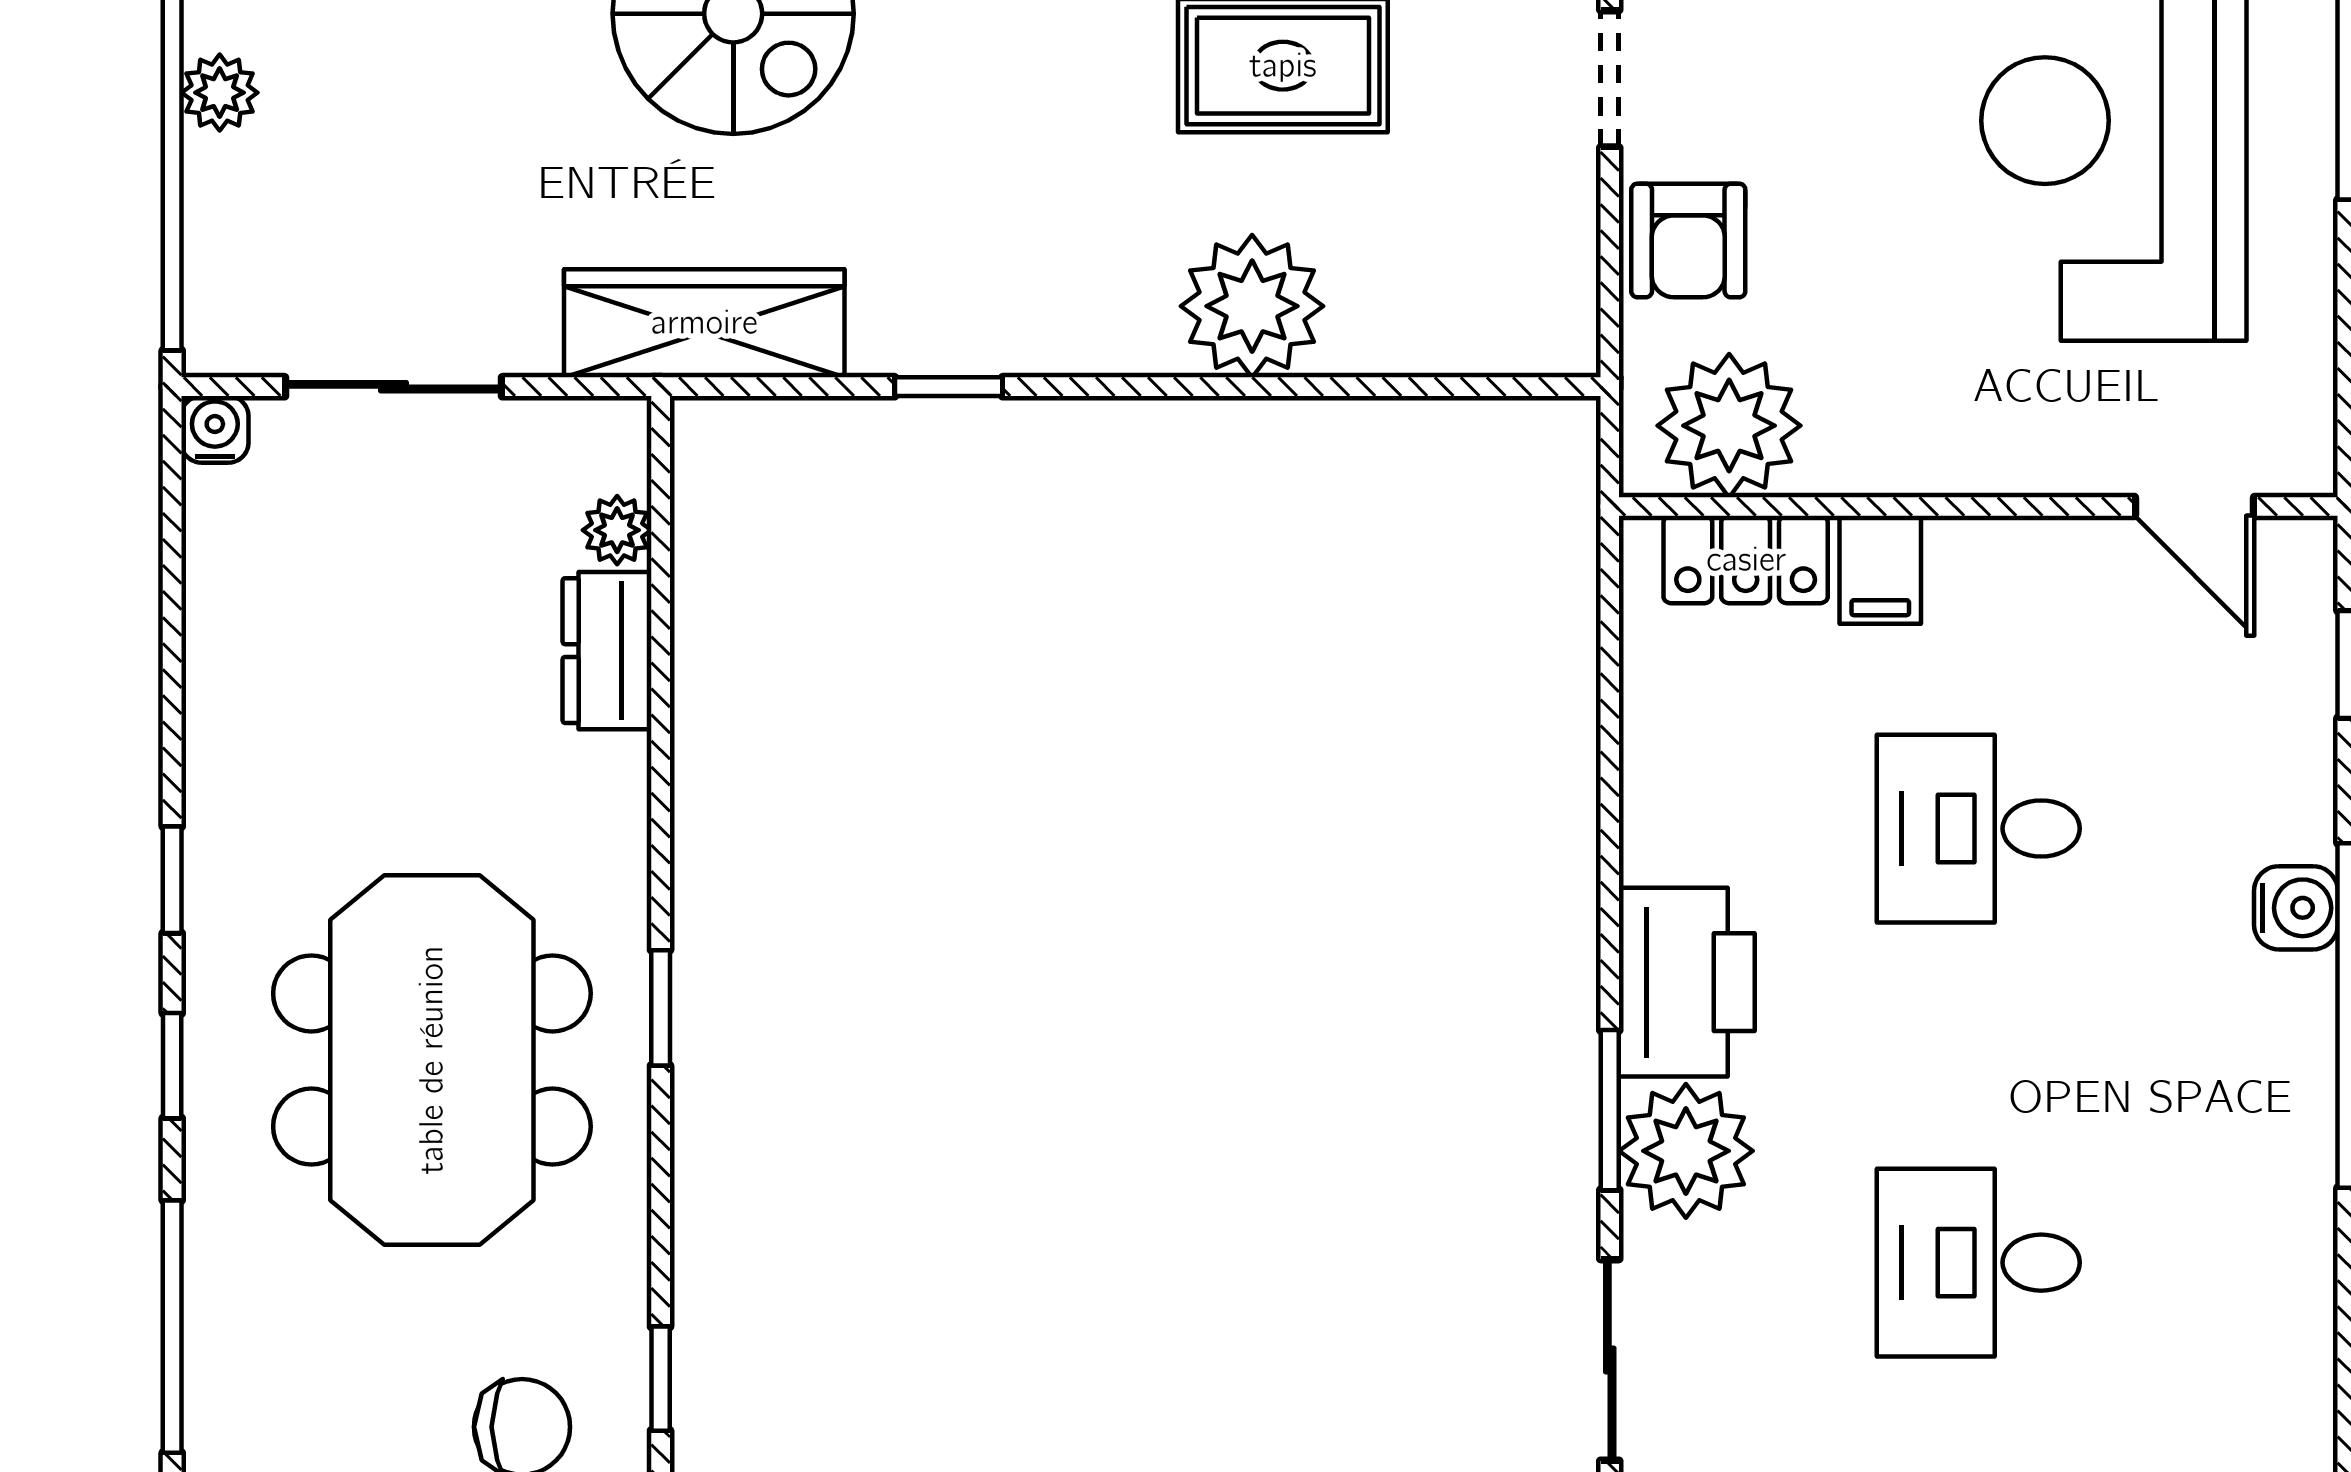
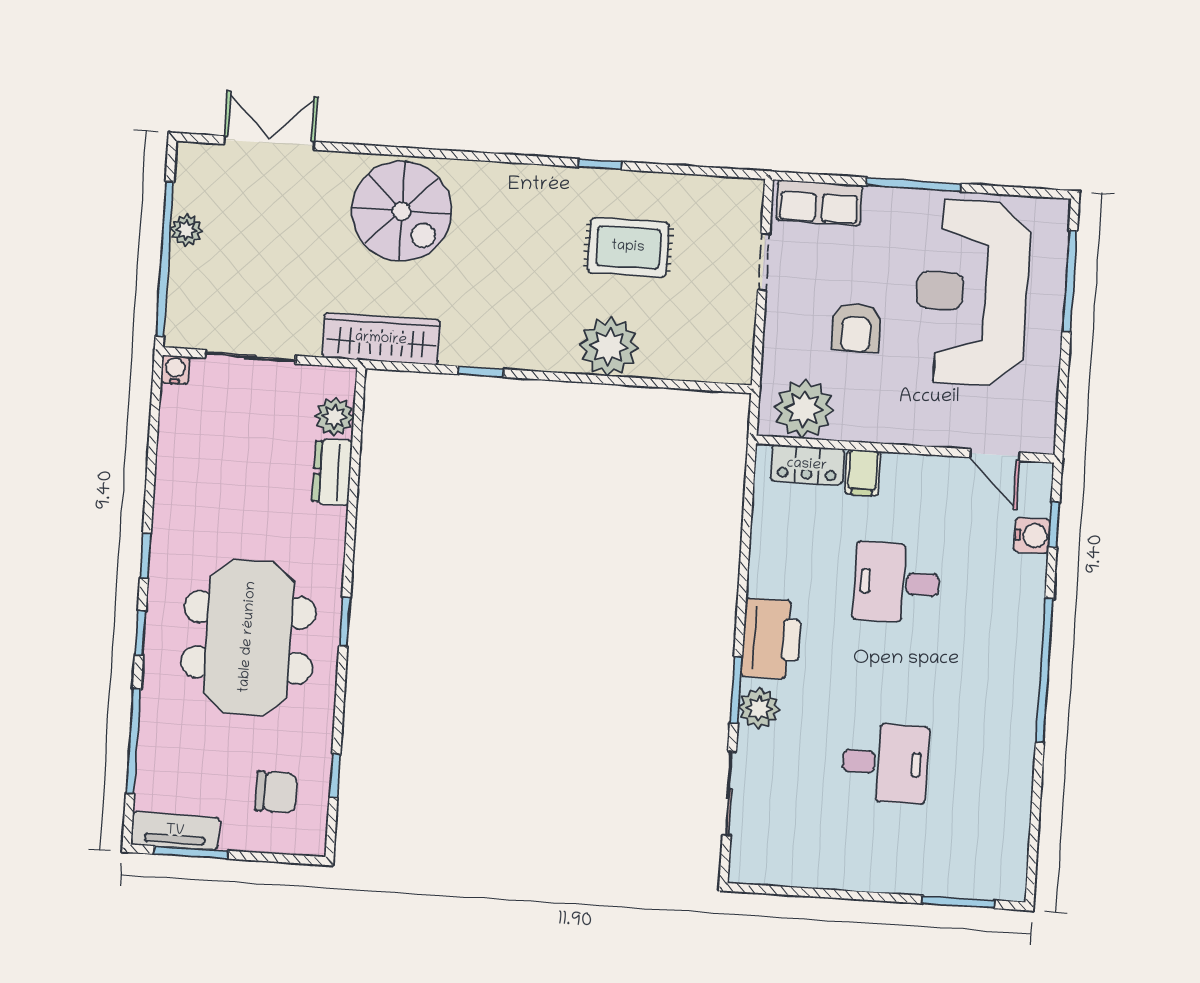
armchair: (1688, 240) -> (856, 328), moved
plant: (617, 530) -> (335, 417), width x1.38, depth x1.38
water cooler: (2296, 908) -> (1032, 536), moved
plant: (1686, 1151) -> (759, 708), width x0.73, depth x0.73
desk: (1978, 1263) -> (885, 763), turned 180

